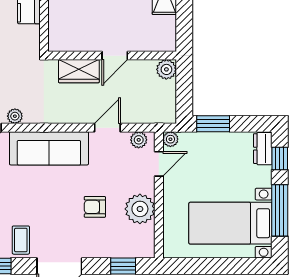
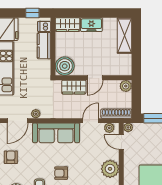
boiler: (64, 36) -> (65, 66), added
shoe rack: (151, 116) -> (116, 114), added
door: (159, 164) -> (121, 142), swing flipped
armchair: (95, 207) -> (61, 173), moved

